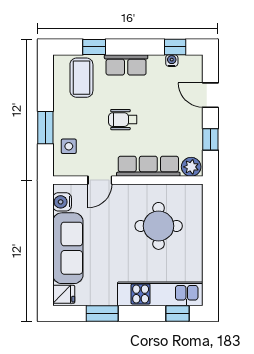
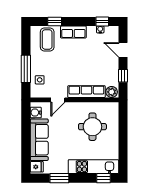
wheelchair: (123, 120) -> (71, 64), removed
window: (45, 128) -> (26, 69), width x1.44

